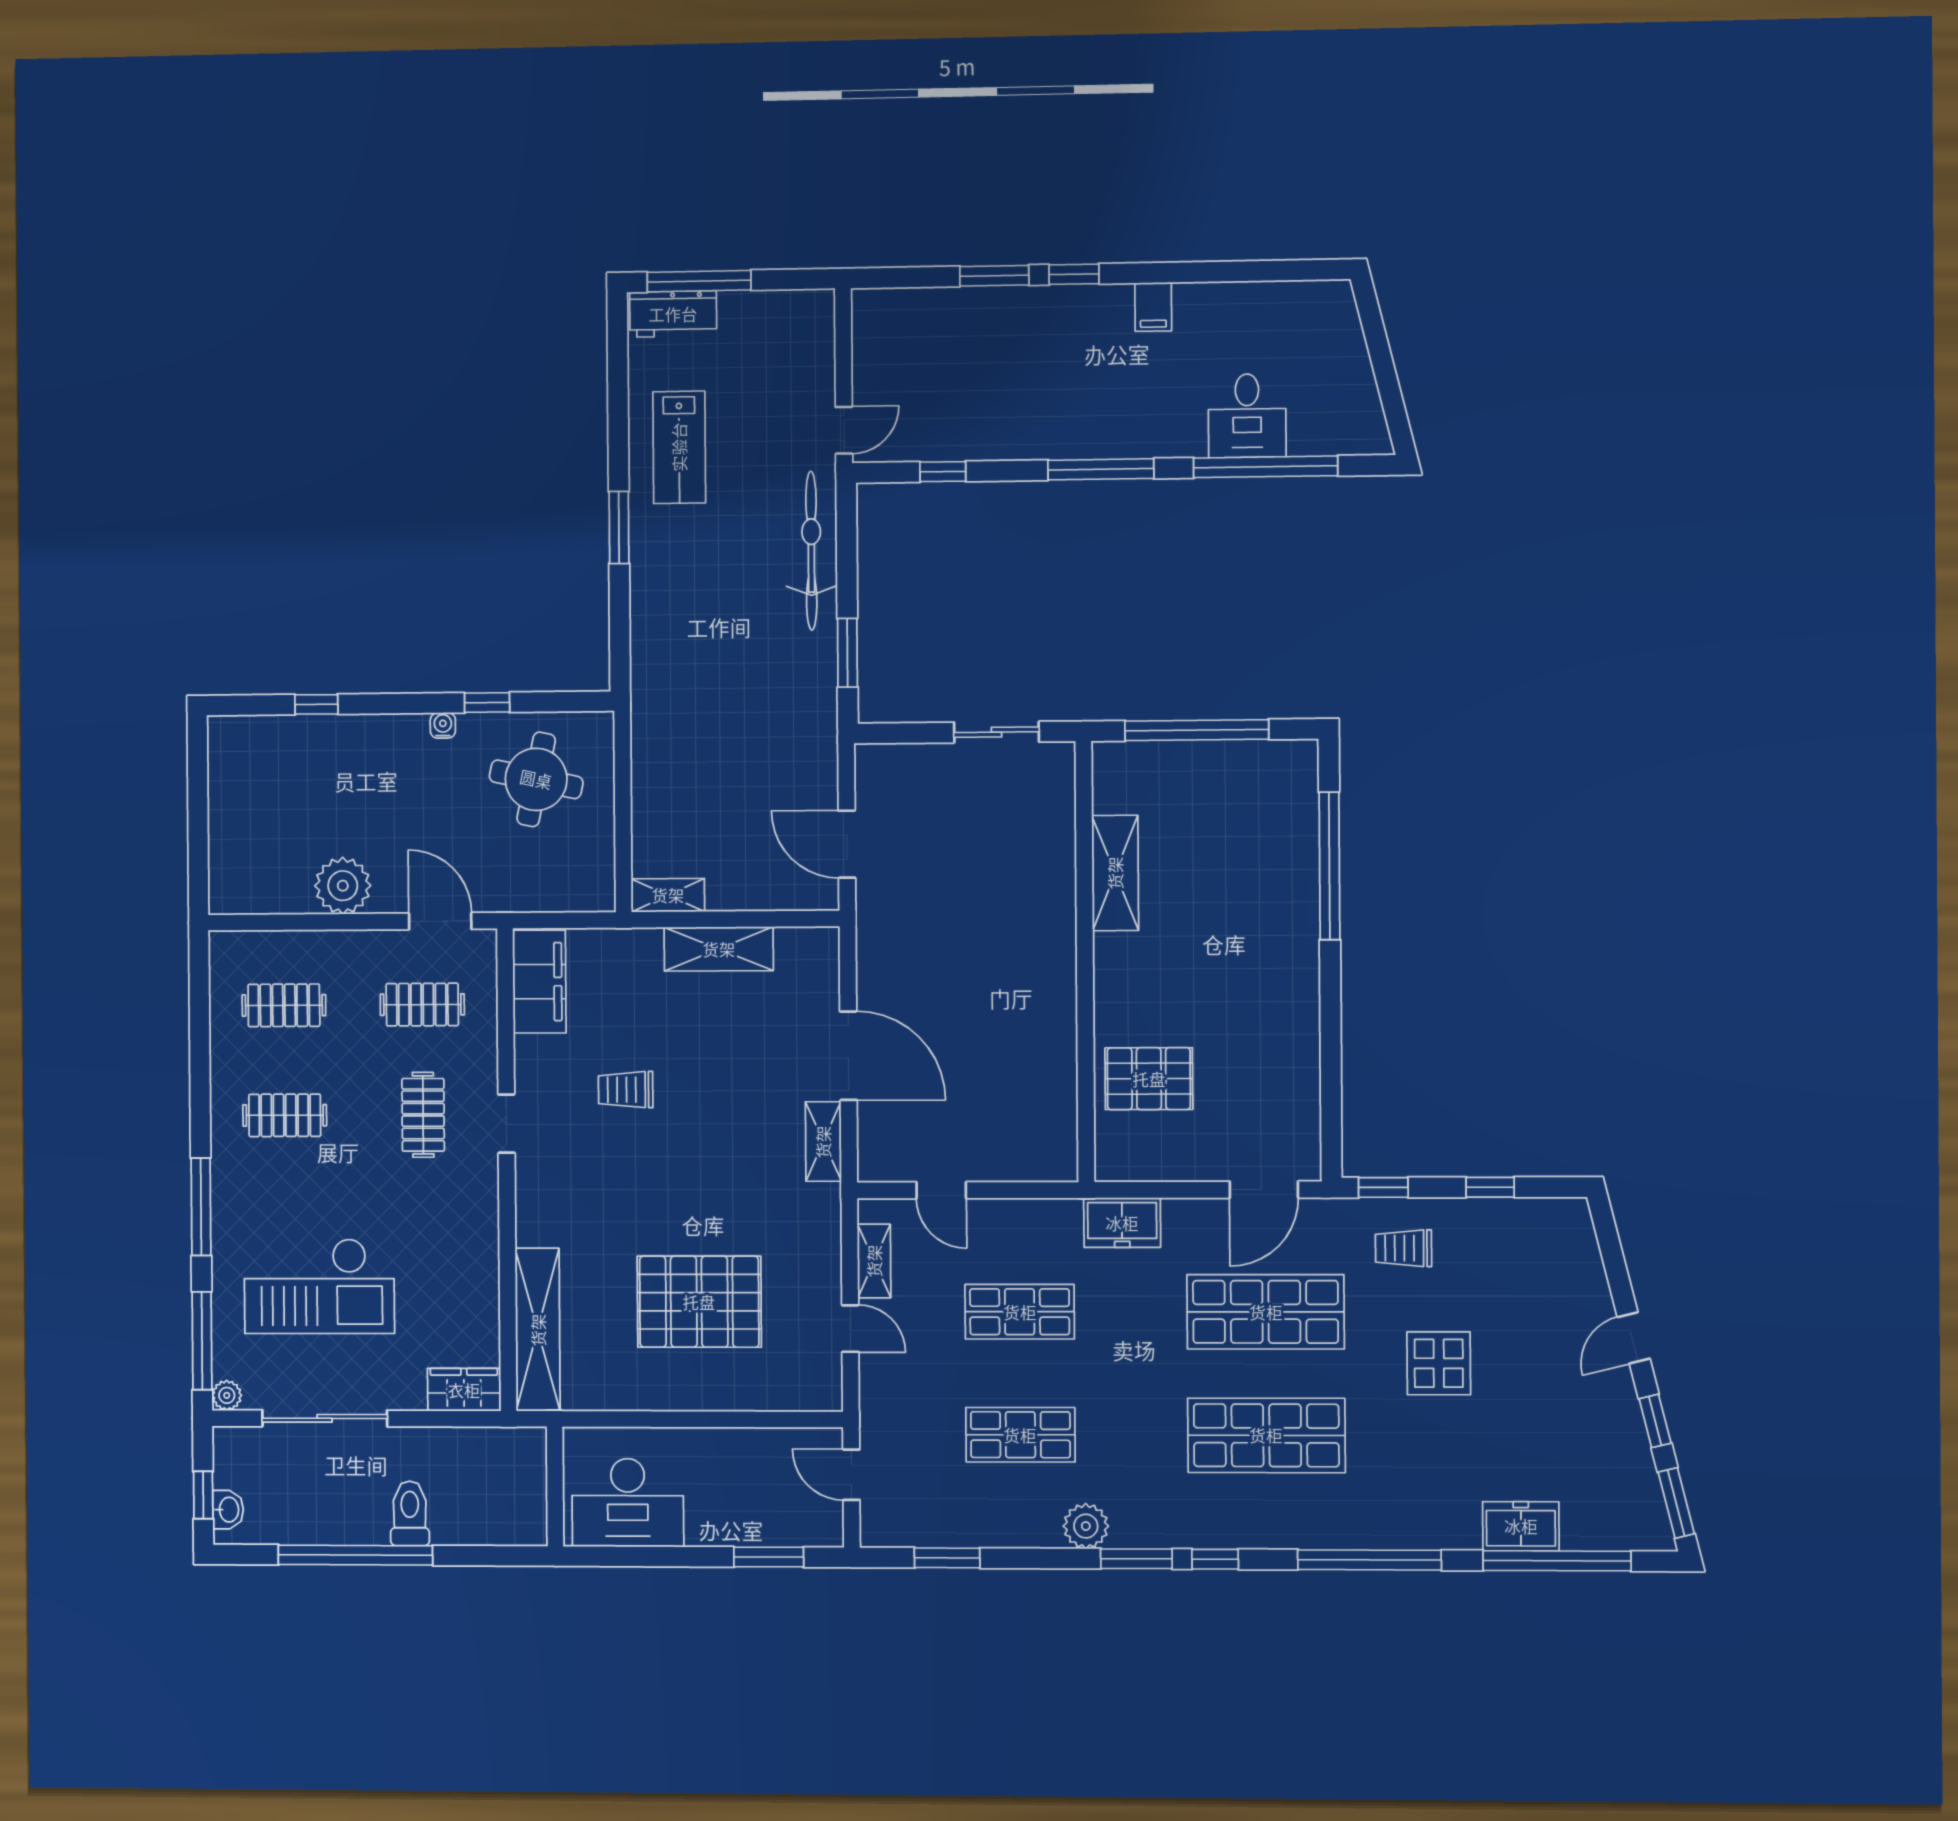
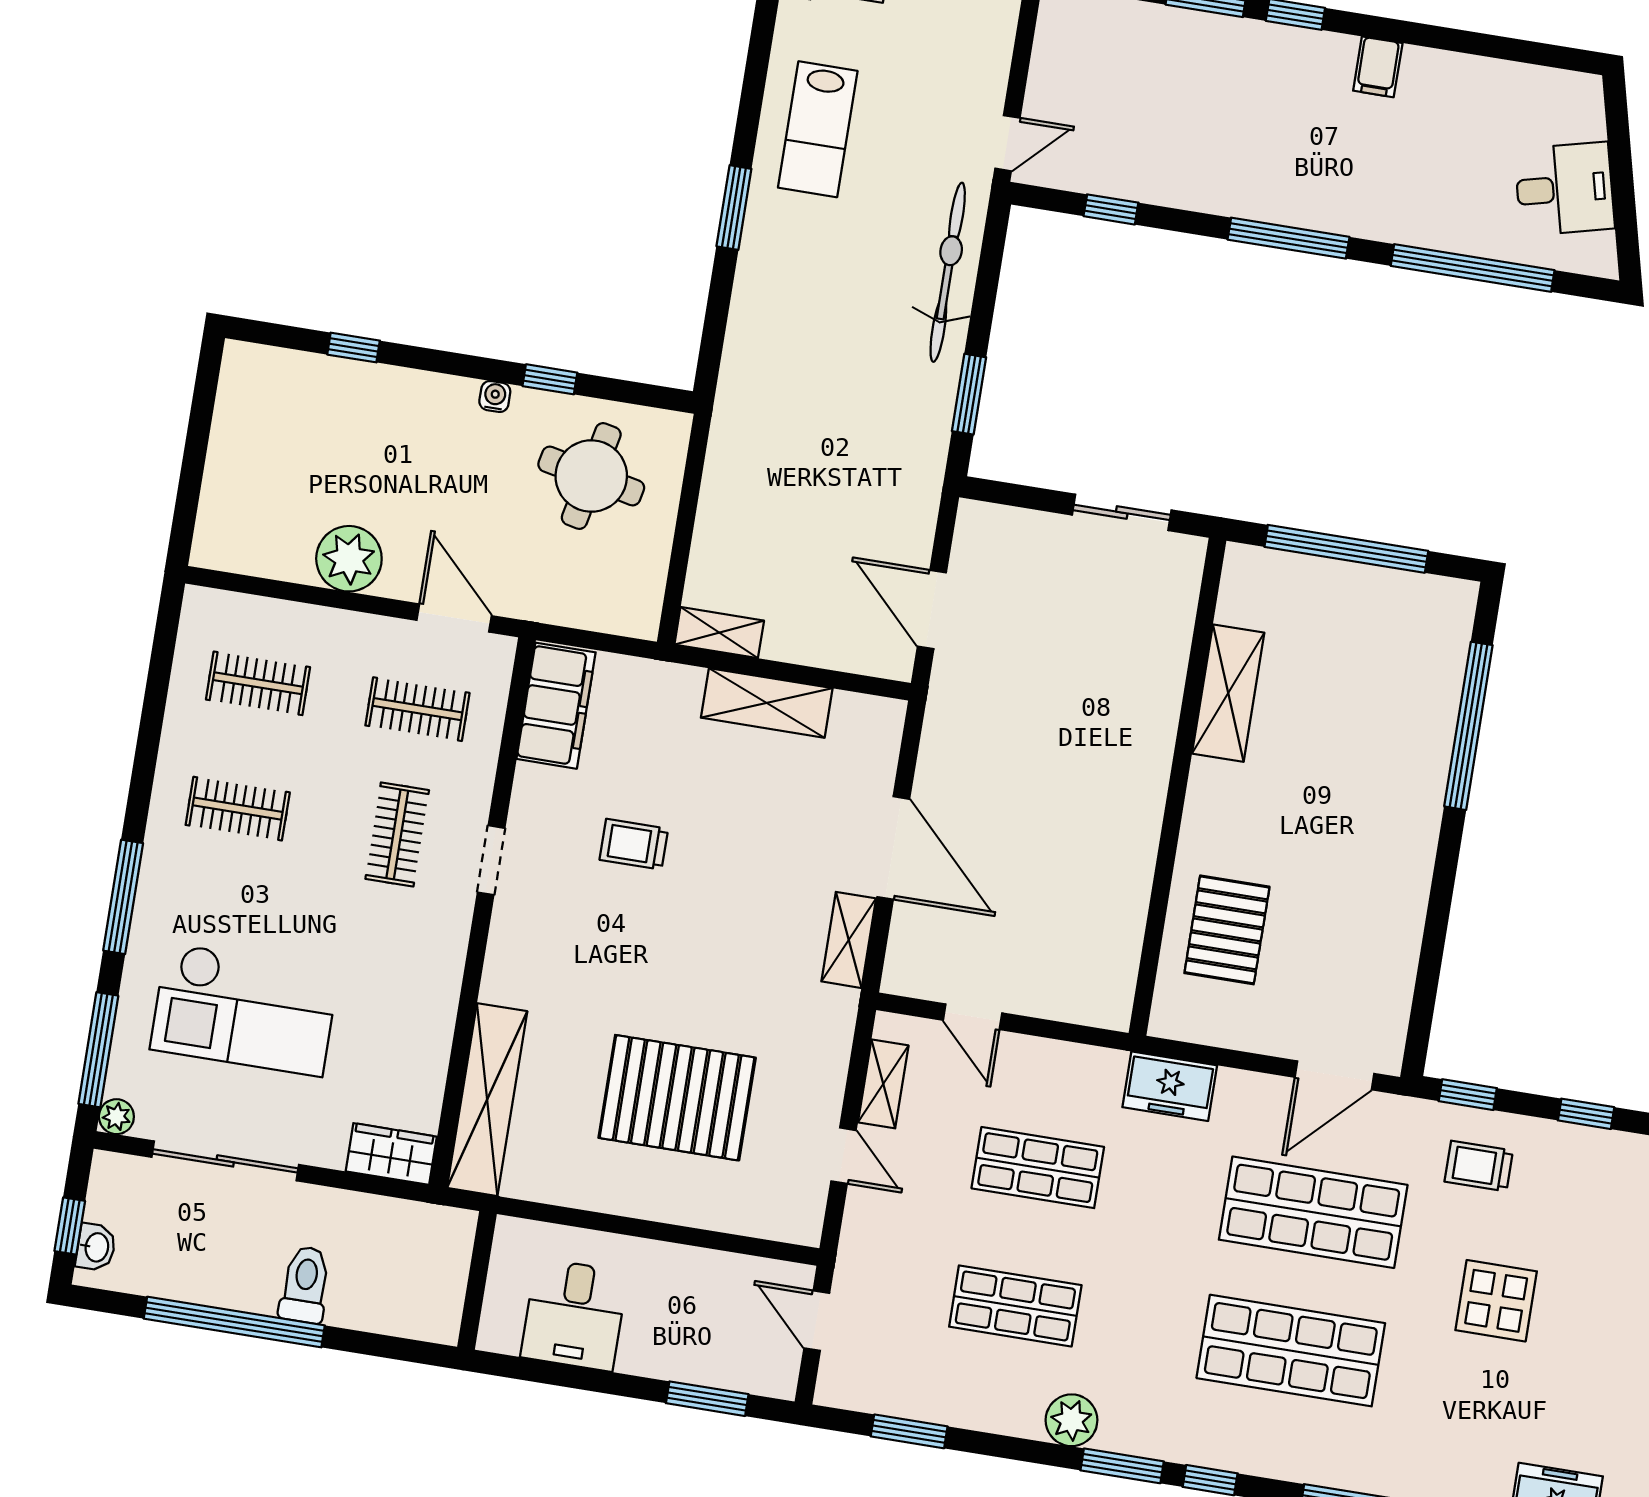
desk: (1247, 416) -> (1564, 189), moved, turned -104
pallet: (1149, 1079) -> (1227, 930), turned 90
desk: (628, 1503) -> (574, 1315), width x0.73

